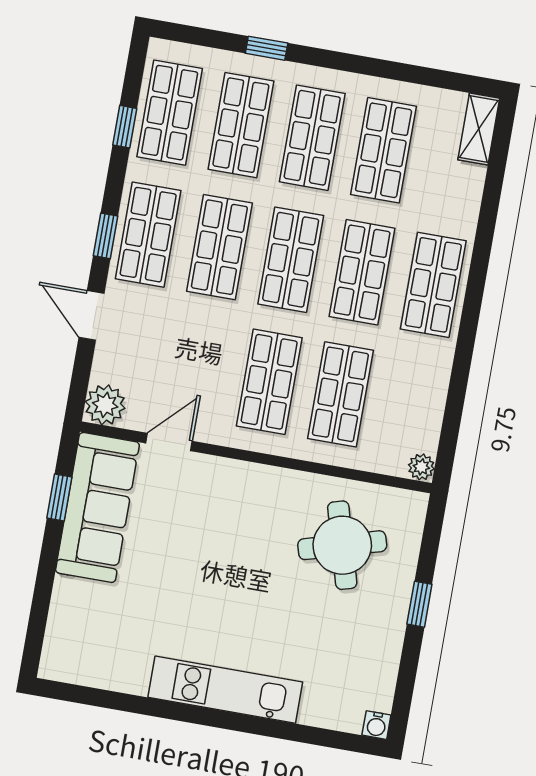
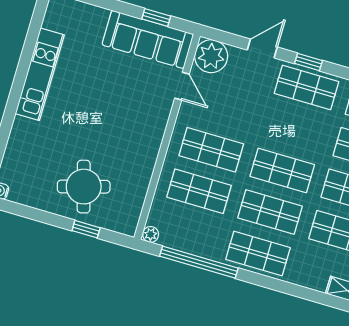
shop shelf: (219, 247) -> (294, 129), removed
window: (459, 382) -> (199, 262), added
plant: (105, 405) -> (211, 56), width x1.36, depth x1.36
round table: (342, 545) -> (84, 187), moved
window: (419, 604) -> (86, 229), moved
kitchen unit: (225, 690) -> (40, 74), moved

